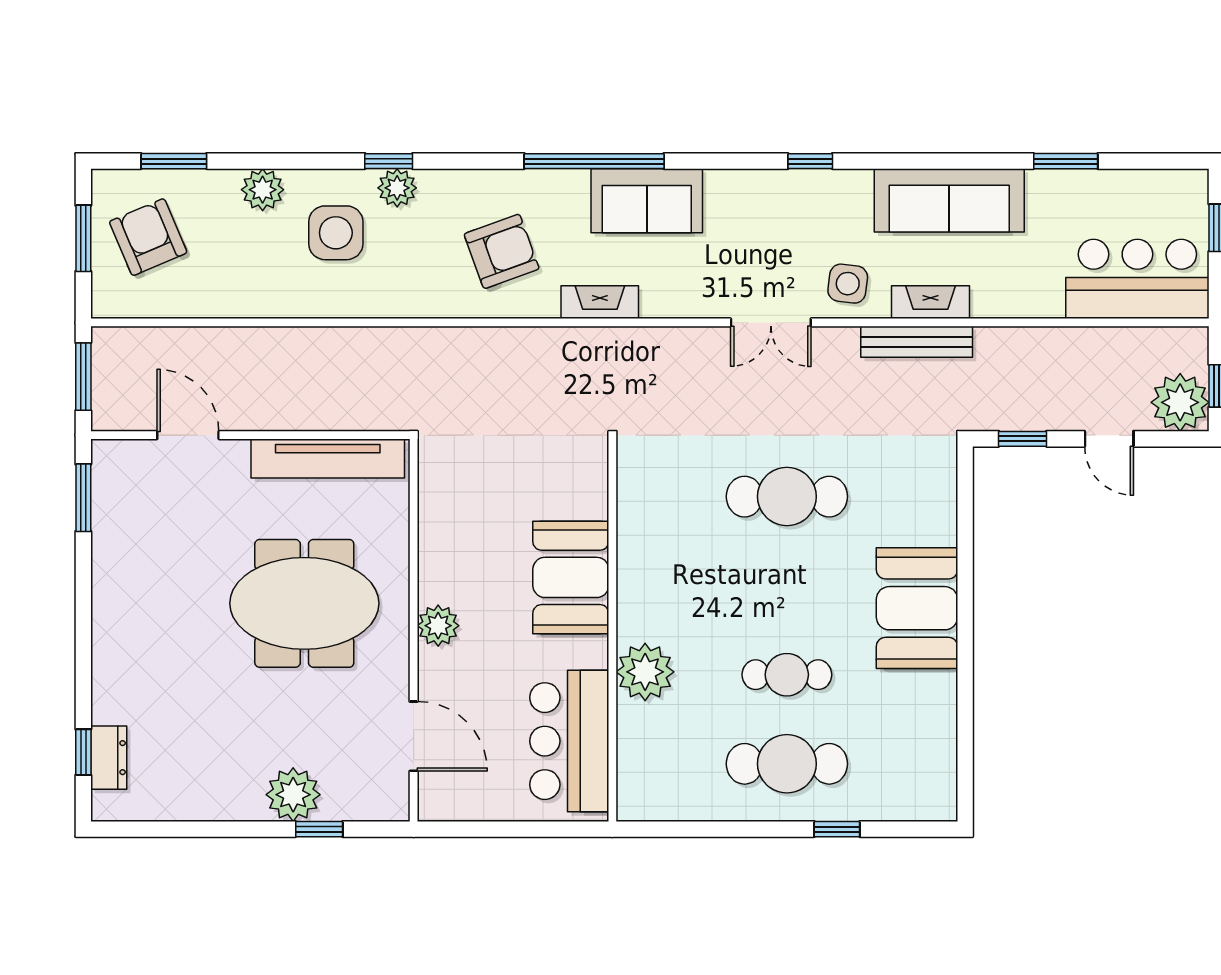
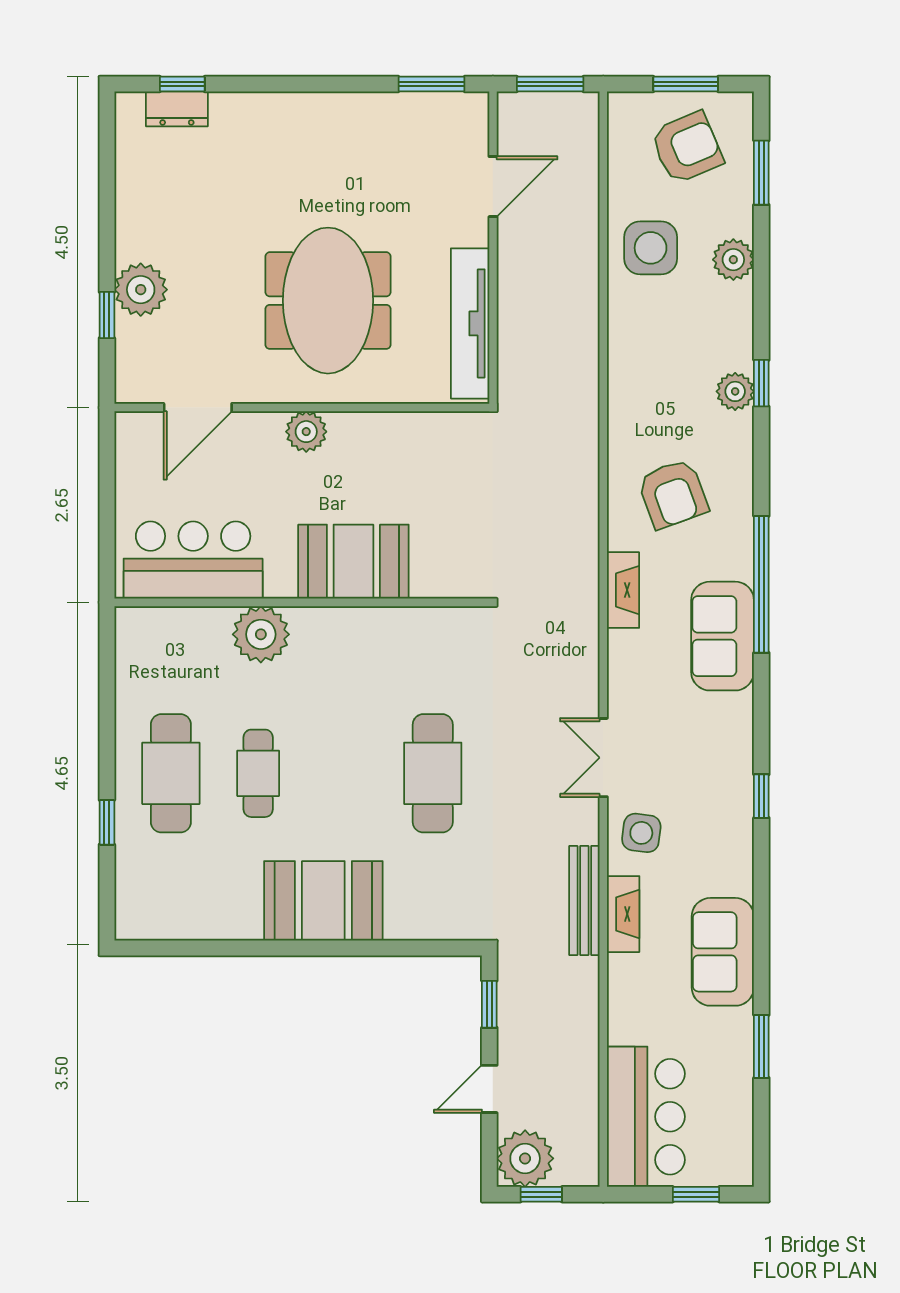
sofa: (949, 200) -> (723, 952), width x0.73
side table: (336, 233) -> (651, 248), moved

